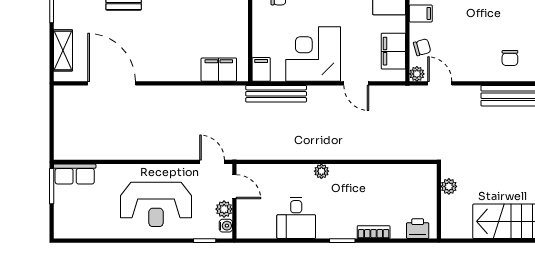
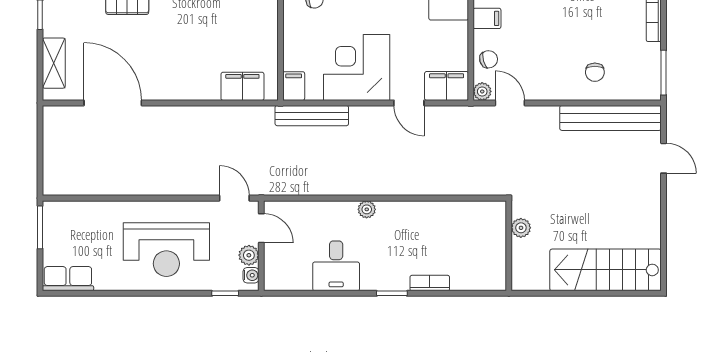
filing cabinet: (393, 51) -> (447, 86), moved, turned 90
row of seats: (75, 174) -> (68, 279), moved, turned 180
printer: (418, 229) -> (483, 279), removed

